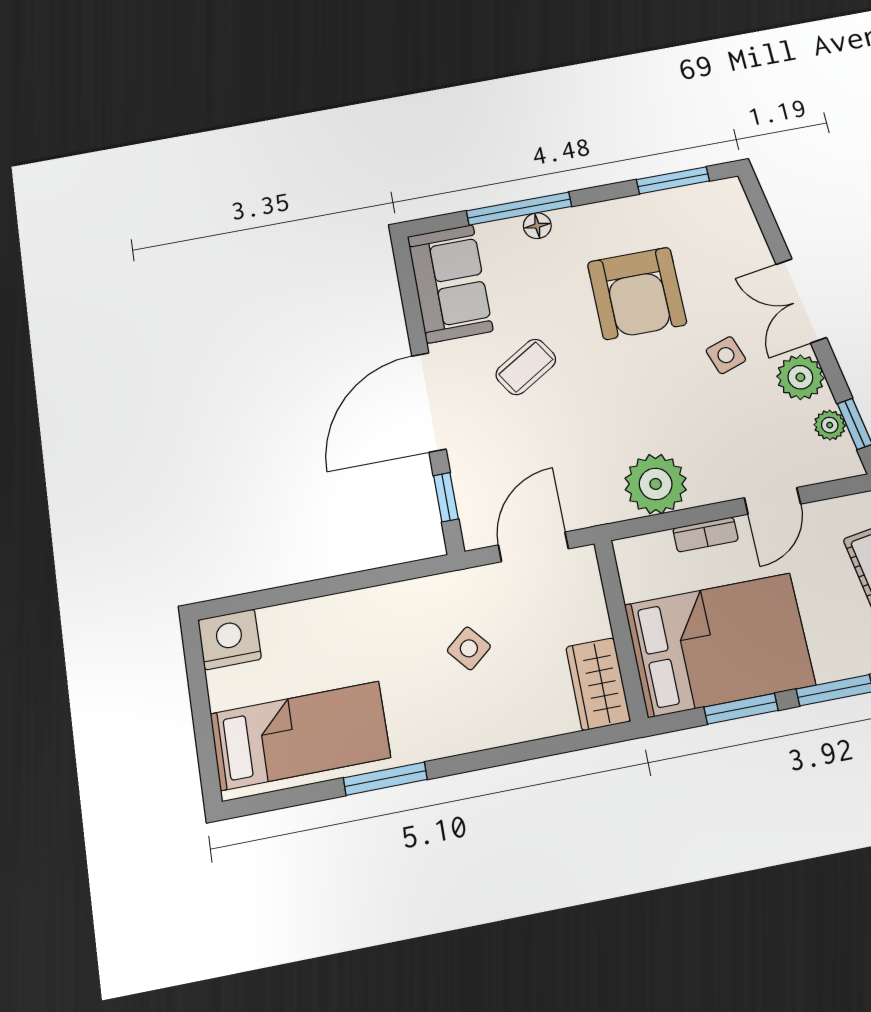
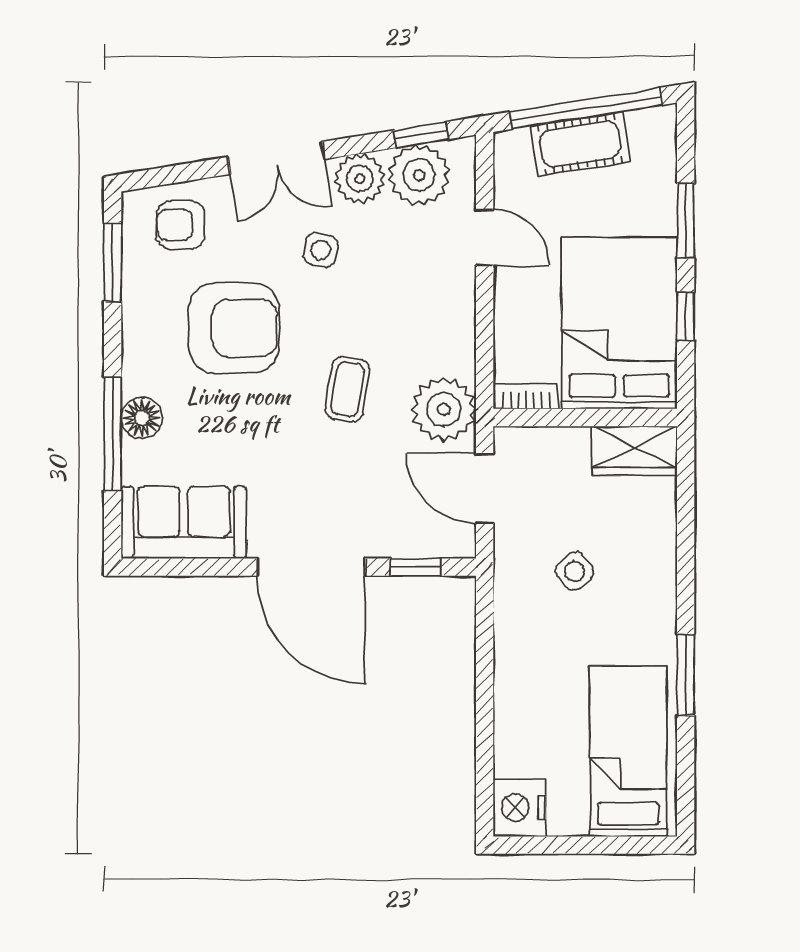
floor lamp: (537, 226) -> (142, 418), width x1.37, depth x1.37
armchair: (720, 231) -> (181, 225), added
side table: (726, 355) -> (321, 250), turned 30
coffee table: (526, 367) -> (348, 389), moved, turned 41
plant: (830, 425) -> (419, 175), width x1.87, depth x1.87
plant: (656, 484) -> (444, 409), moved
bookcase: (706, 535) -> (526, 396), moved, turned -90
window: (741, 709) -> (686, 316), width x0.67

